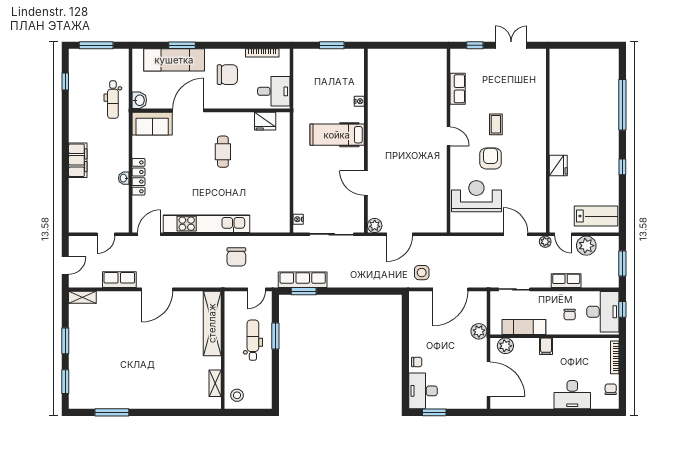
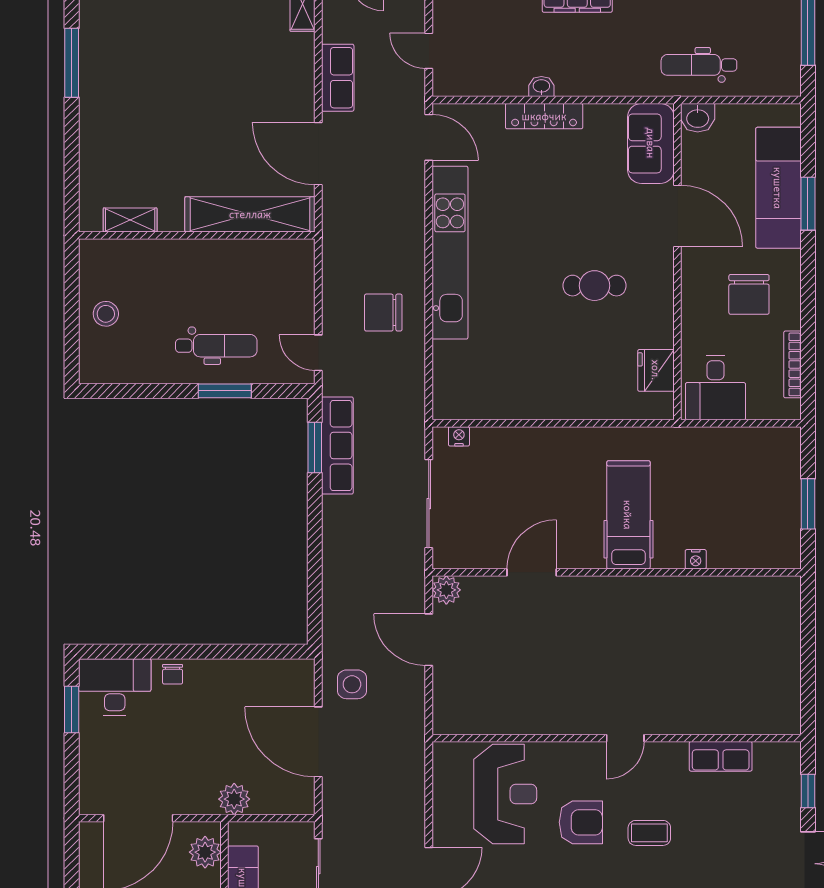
shelving: (212, 323) -> (250, 214), moved
wall: (223, 350) -> (197, 235), moved
shelving: (215, 383) -> (130, 220), moved

